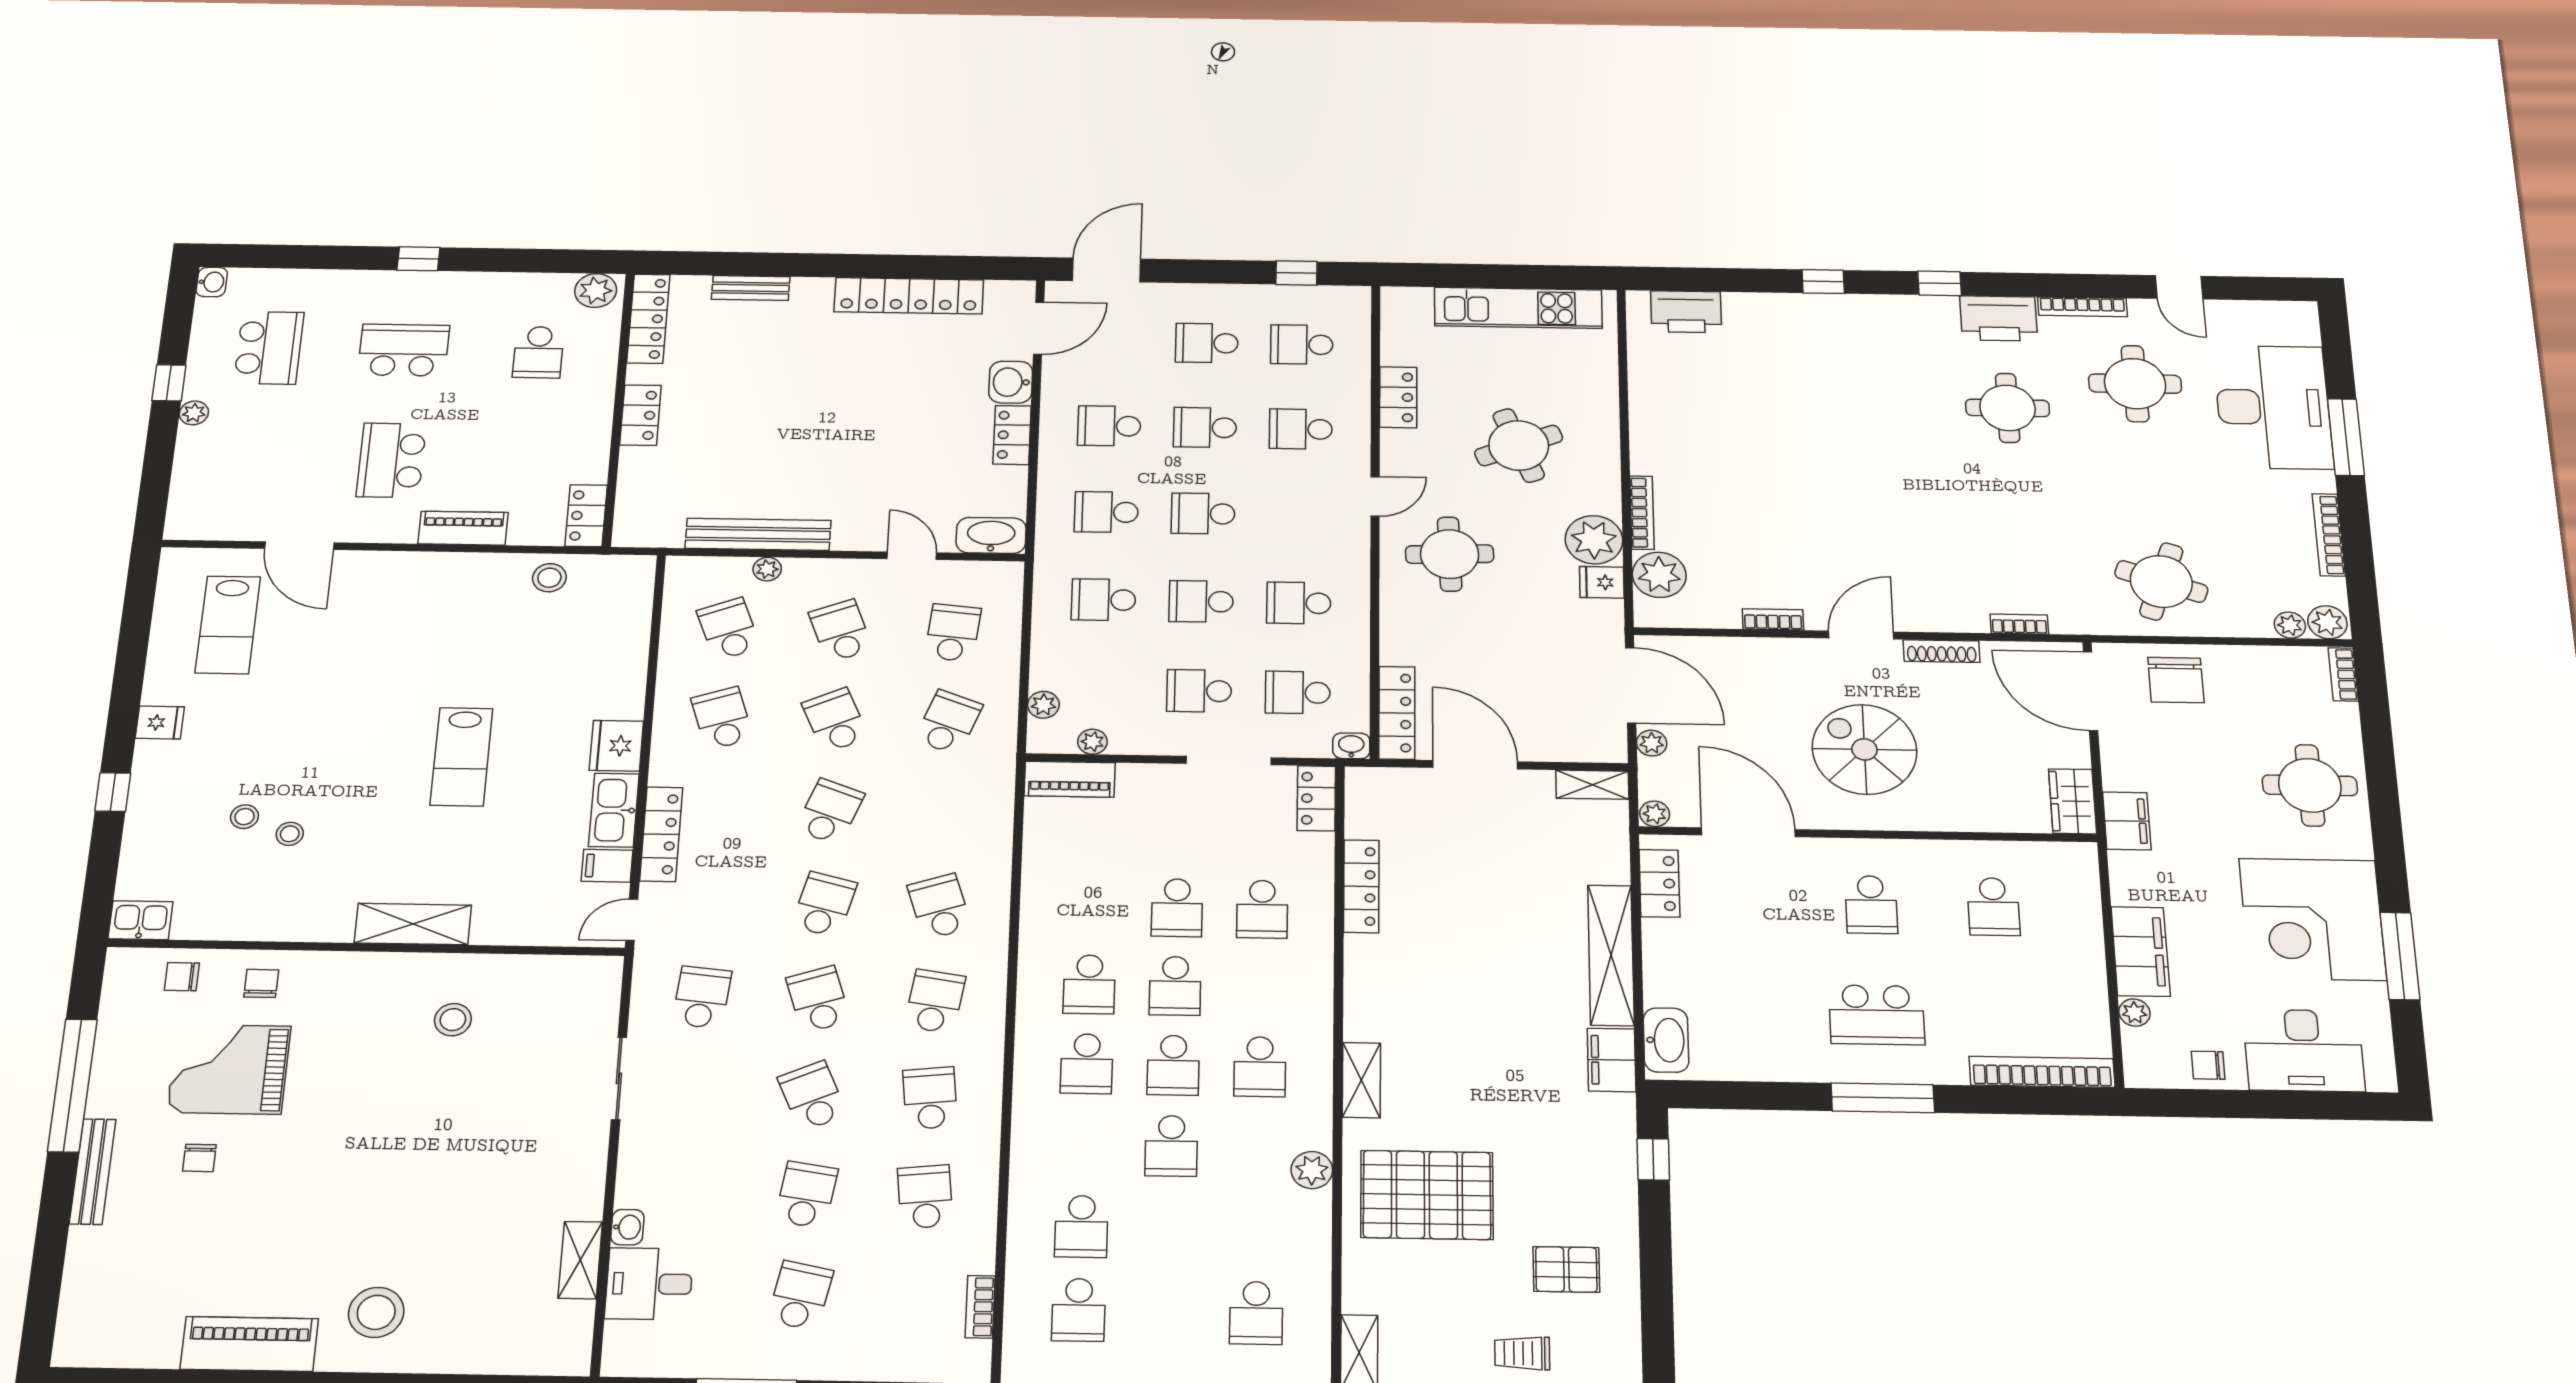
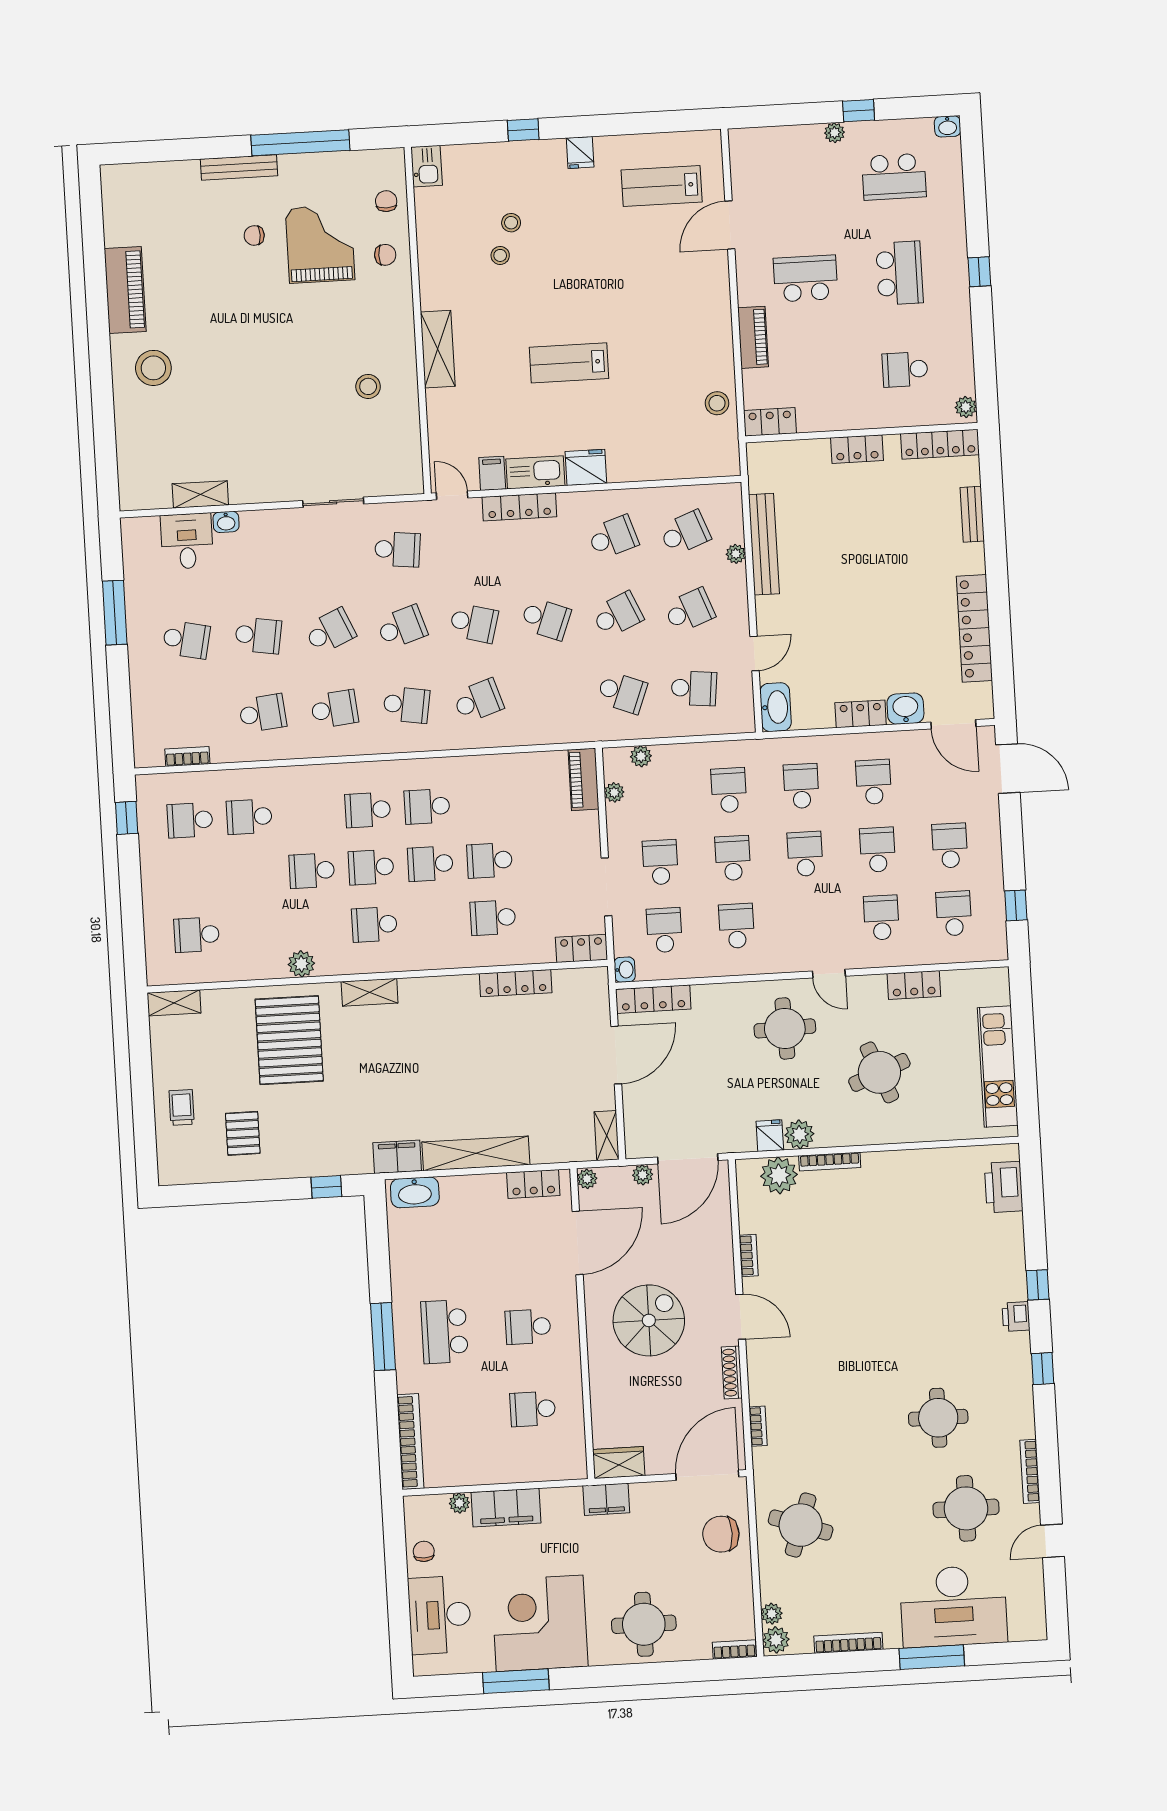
plant: (596, 291) -> (966, 407), width x0.73, depth x0.73
printer: (1999, 318) -> (1016, 1316), moved, width x0.53, depth x0.68
plant: (1594, 540) -> (799, 1134), width x0.73, depth x0.73

